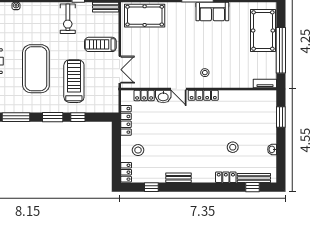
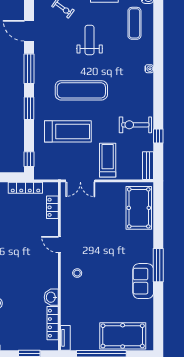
exercise mat: (36, 69) -> (81, 90), width x0.68
door: (178, 89) -> (59, 244), hinge flipped
locker: (203, 95) -> (53, 323), moved
washbasin: (163, 97) -> (51, 297), moved
window: (78, 117) -> (29, 159), moved

